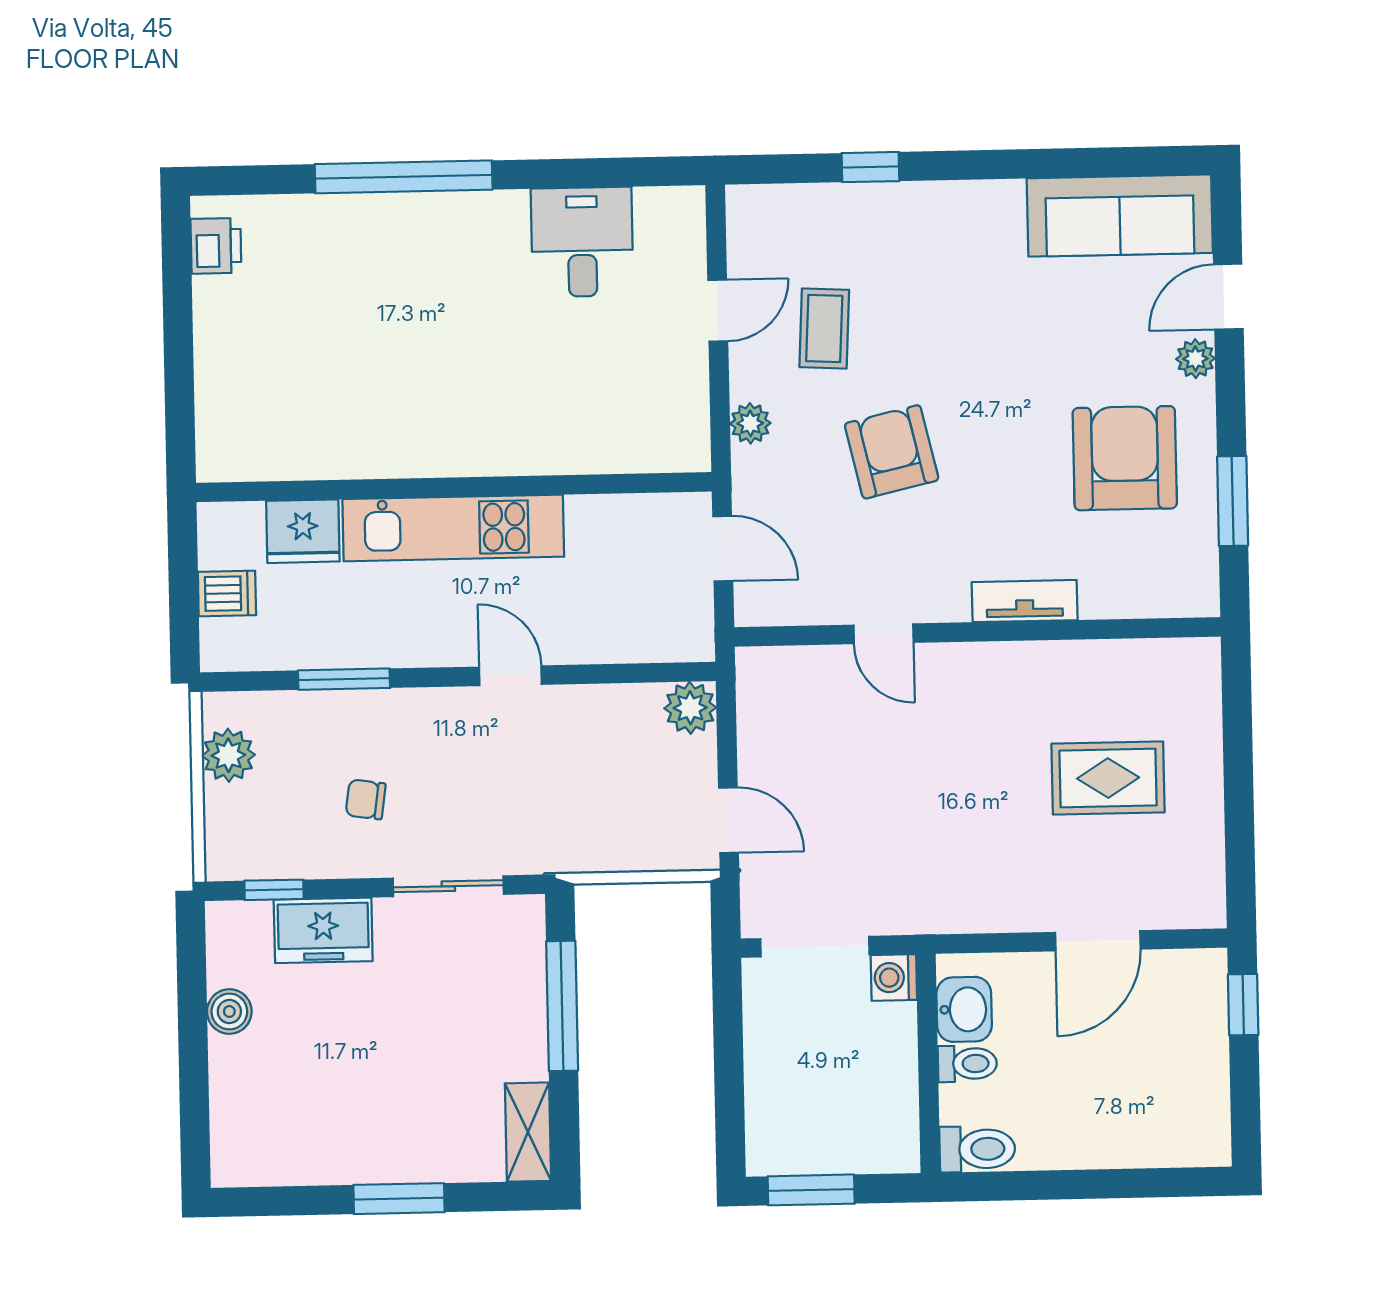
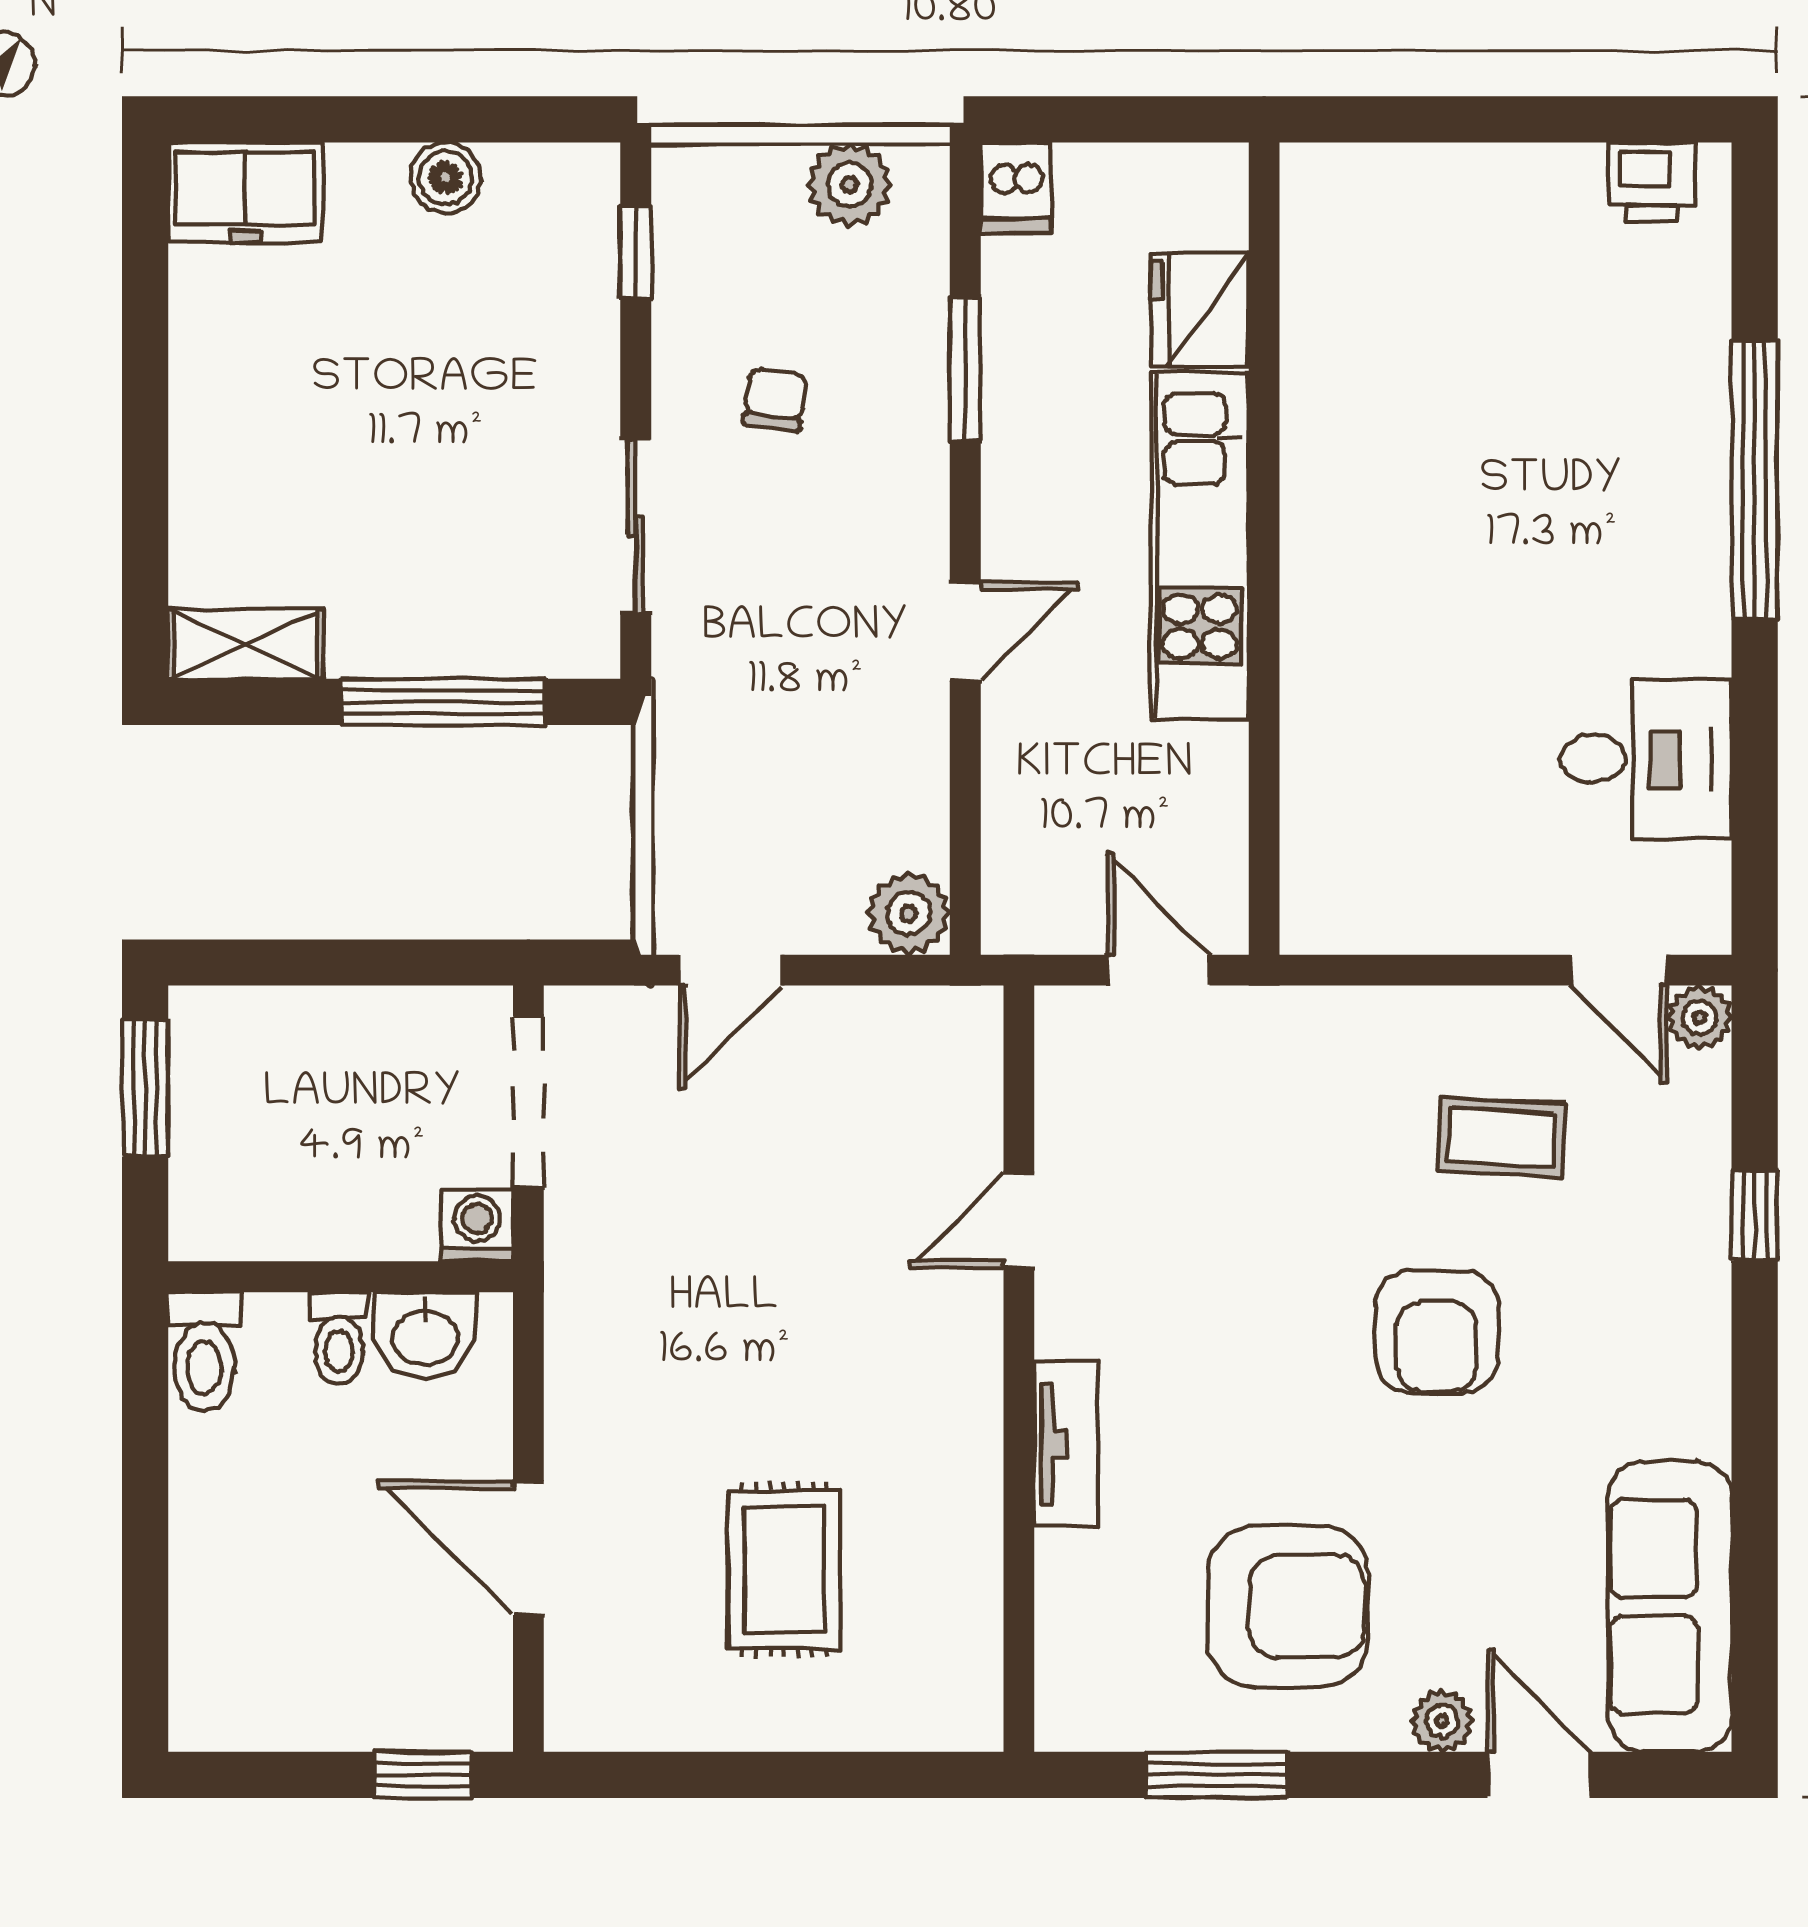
door: (718, 311) -> (1619, 970), moved
plant: (750, 423) -> (1700, 1018), moved
armchair: (892, 452) -> (1437, 1331), moved, turned 103
door: (723, 549) -> (1158, 970), swing flipped
dishwasher: (227, 594) -> (1016, 188), moved
freezer: (323, 930) -> (245, 192), moved, turned -90
window: (399, 1199) -> (145, 439), removed

